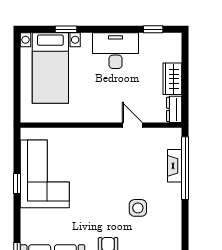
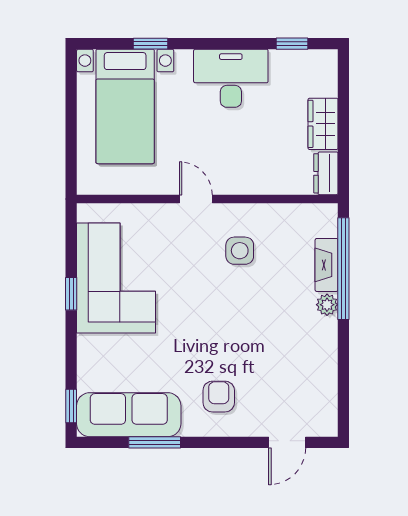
door: (132, 125) -> (196, 199), moved
plant: (175, 190) -> (327, 305), added
side table: (138, 208) -> (240, 251), moved

